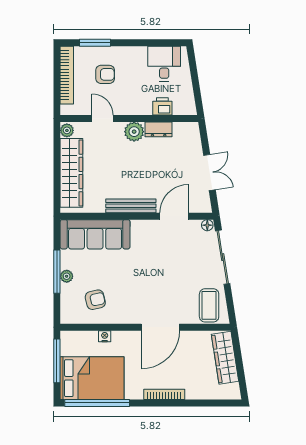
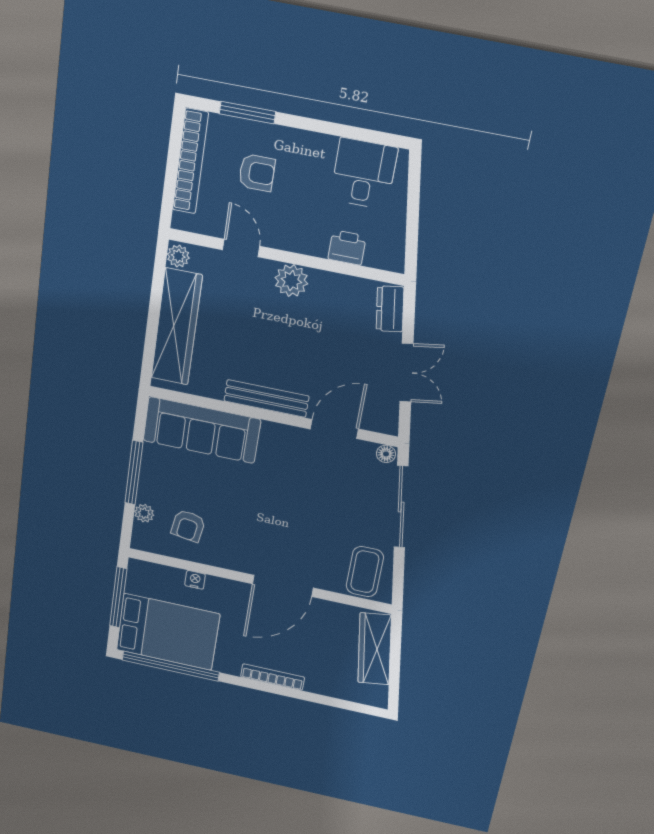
dresser: (159, 129) -> (390, 309), moved, turned 81
plant: (67, 276) -> (144, 513), moved
armchair: (95, 300) -> (188, 526), turned 112

